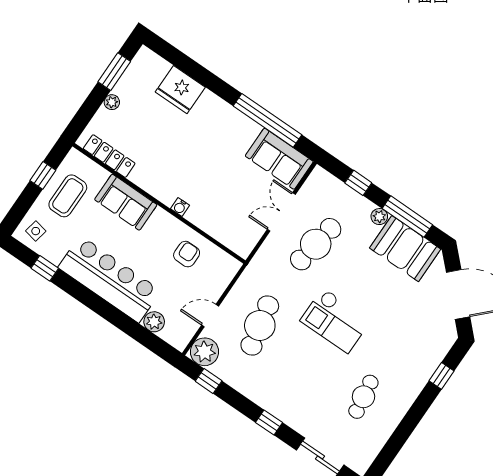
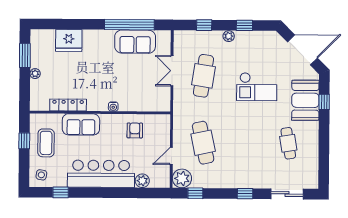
locker: (109, 156) -> (68, 105), moved
sofa: (279, 159) -> (135, 42), moved
window: (407, 217) -> (244, 25), width x0.46
booth: (405, 249) -> (305, 100), moved, turned 90
checkout: (335, 320) -> (257, 87), moved

